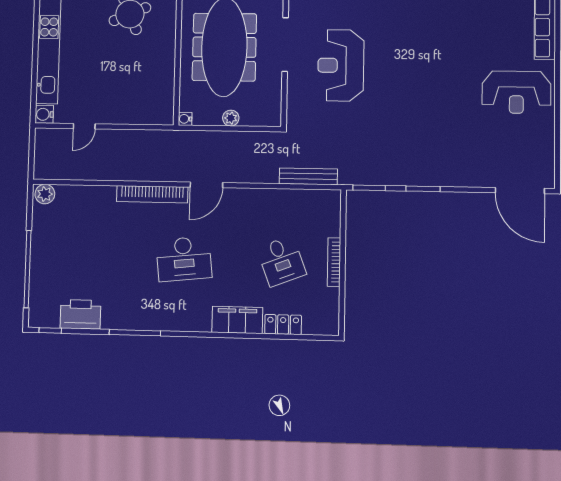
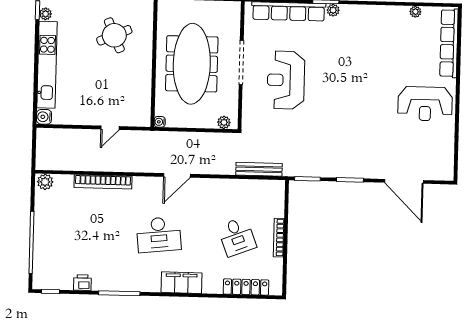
plant: (231, 118) -> (224, 122), moved
door: (84, 126) -> (110, 128), moved
door: (520, 191) -> (404, 181), moved
bookcase: (152, 194) -> (103, 182), moved
printer: (80, 314) -> (82, 283), width x0.53, depth x0.68
filing cabinet: (237, 320) -> (181, 283), moved
locker: (283, 325) -> (246, 287), width x1.53

